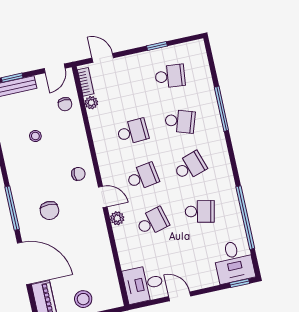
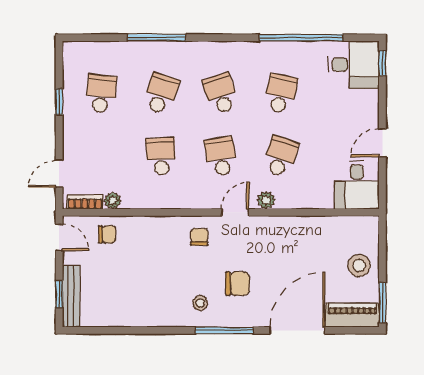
stool: (35, 136) -> (200, 303), moved
school desk: (152, 222) -> (281, 156), turned 33

